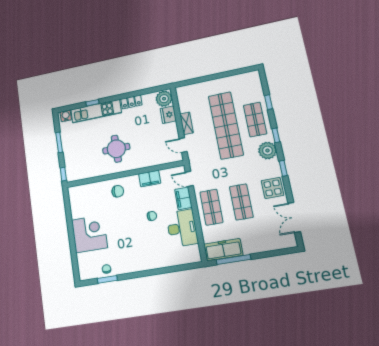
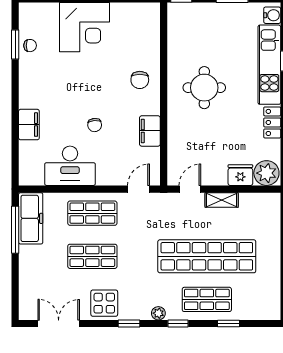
plant: (267, 151) -> (158, 313), width x0.53, depth x0.53
filing cabinet: (183, 198) -> (29, 125), moved, turned 90

